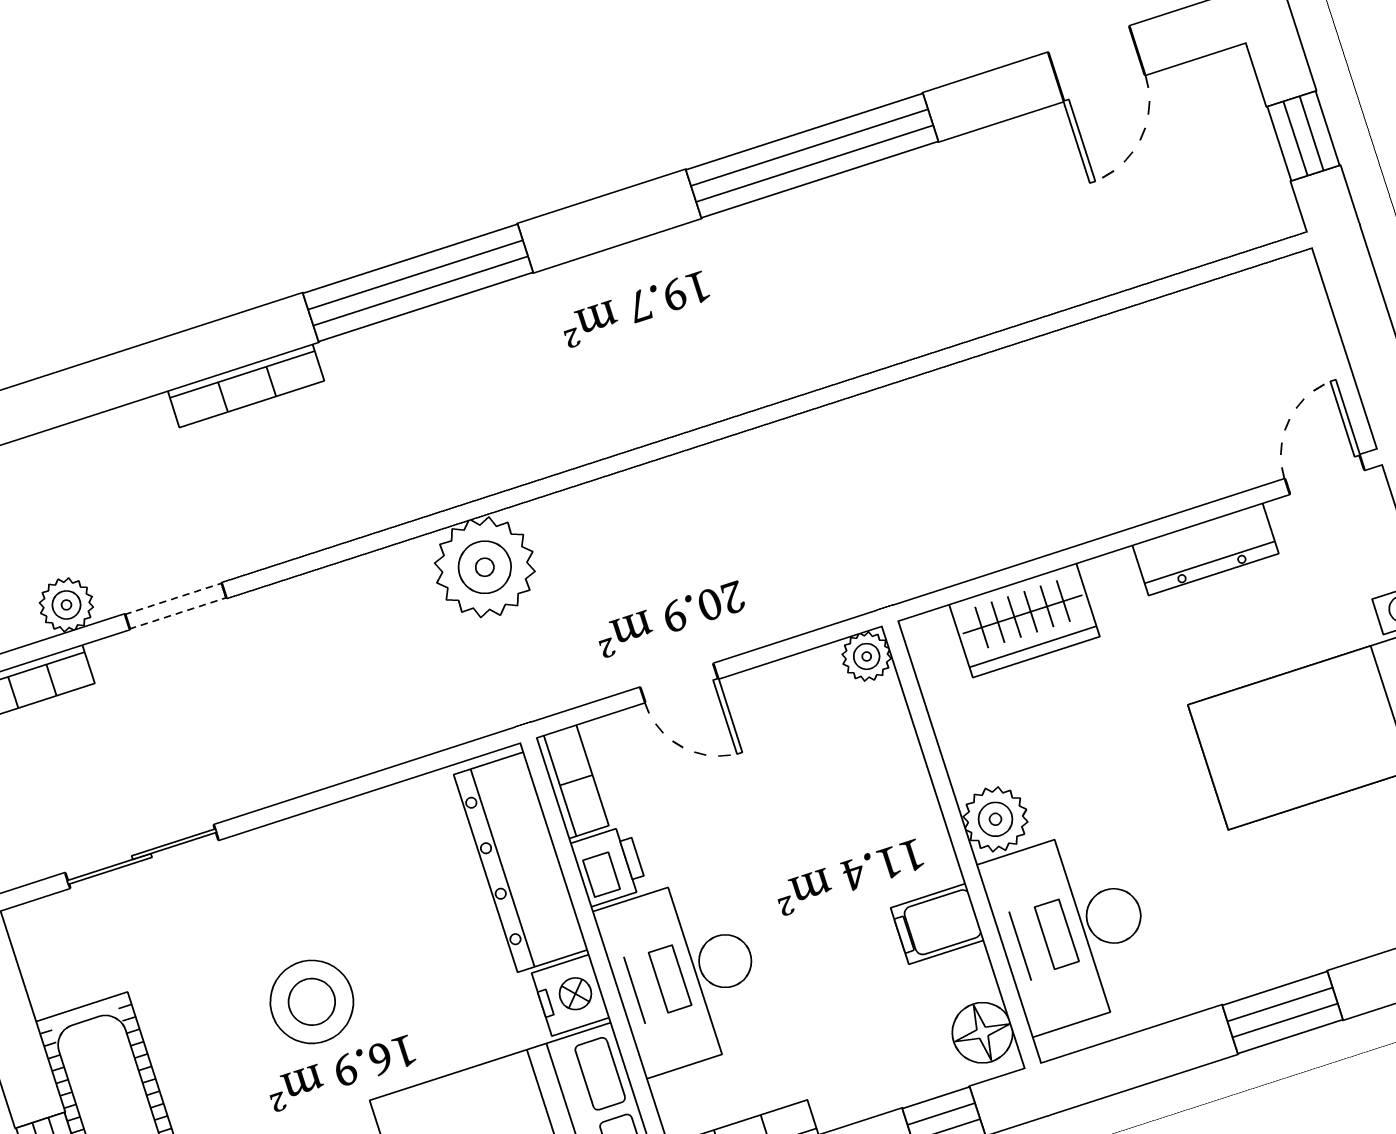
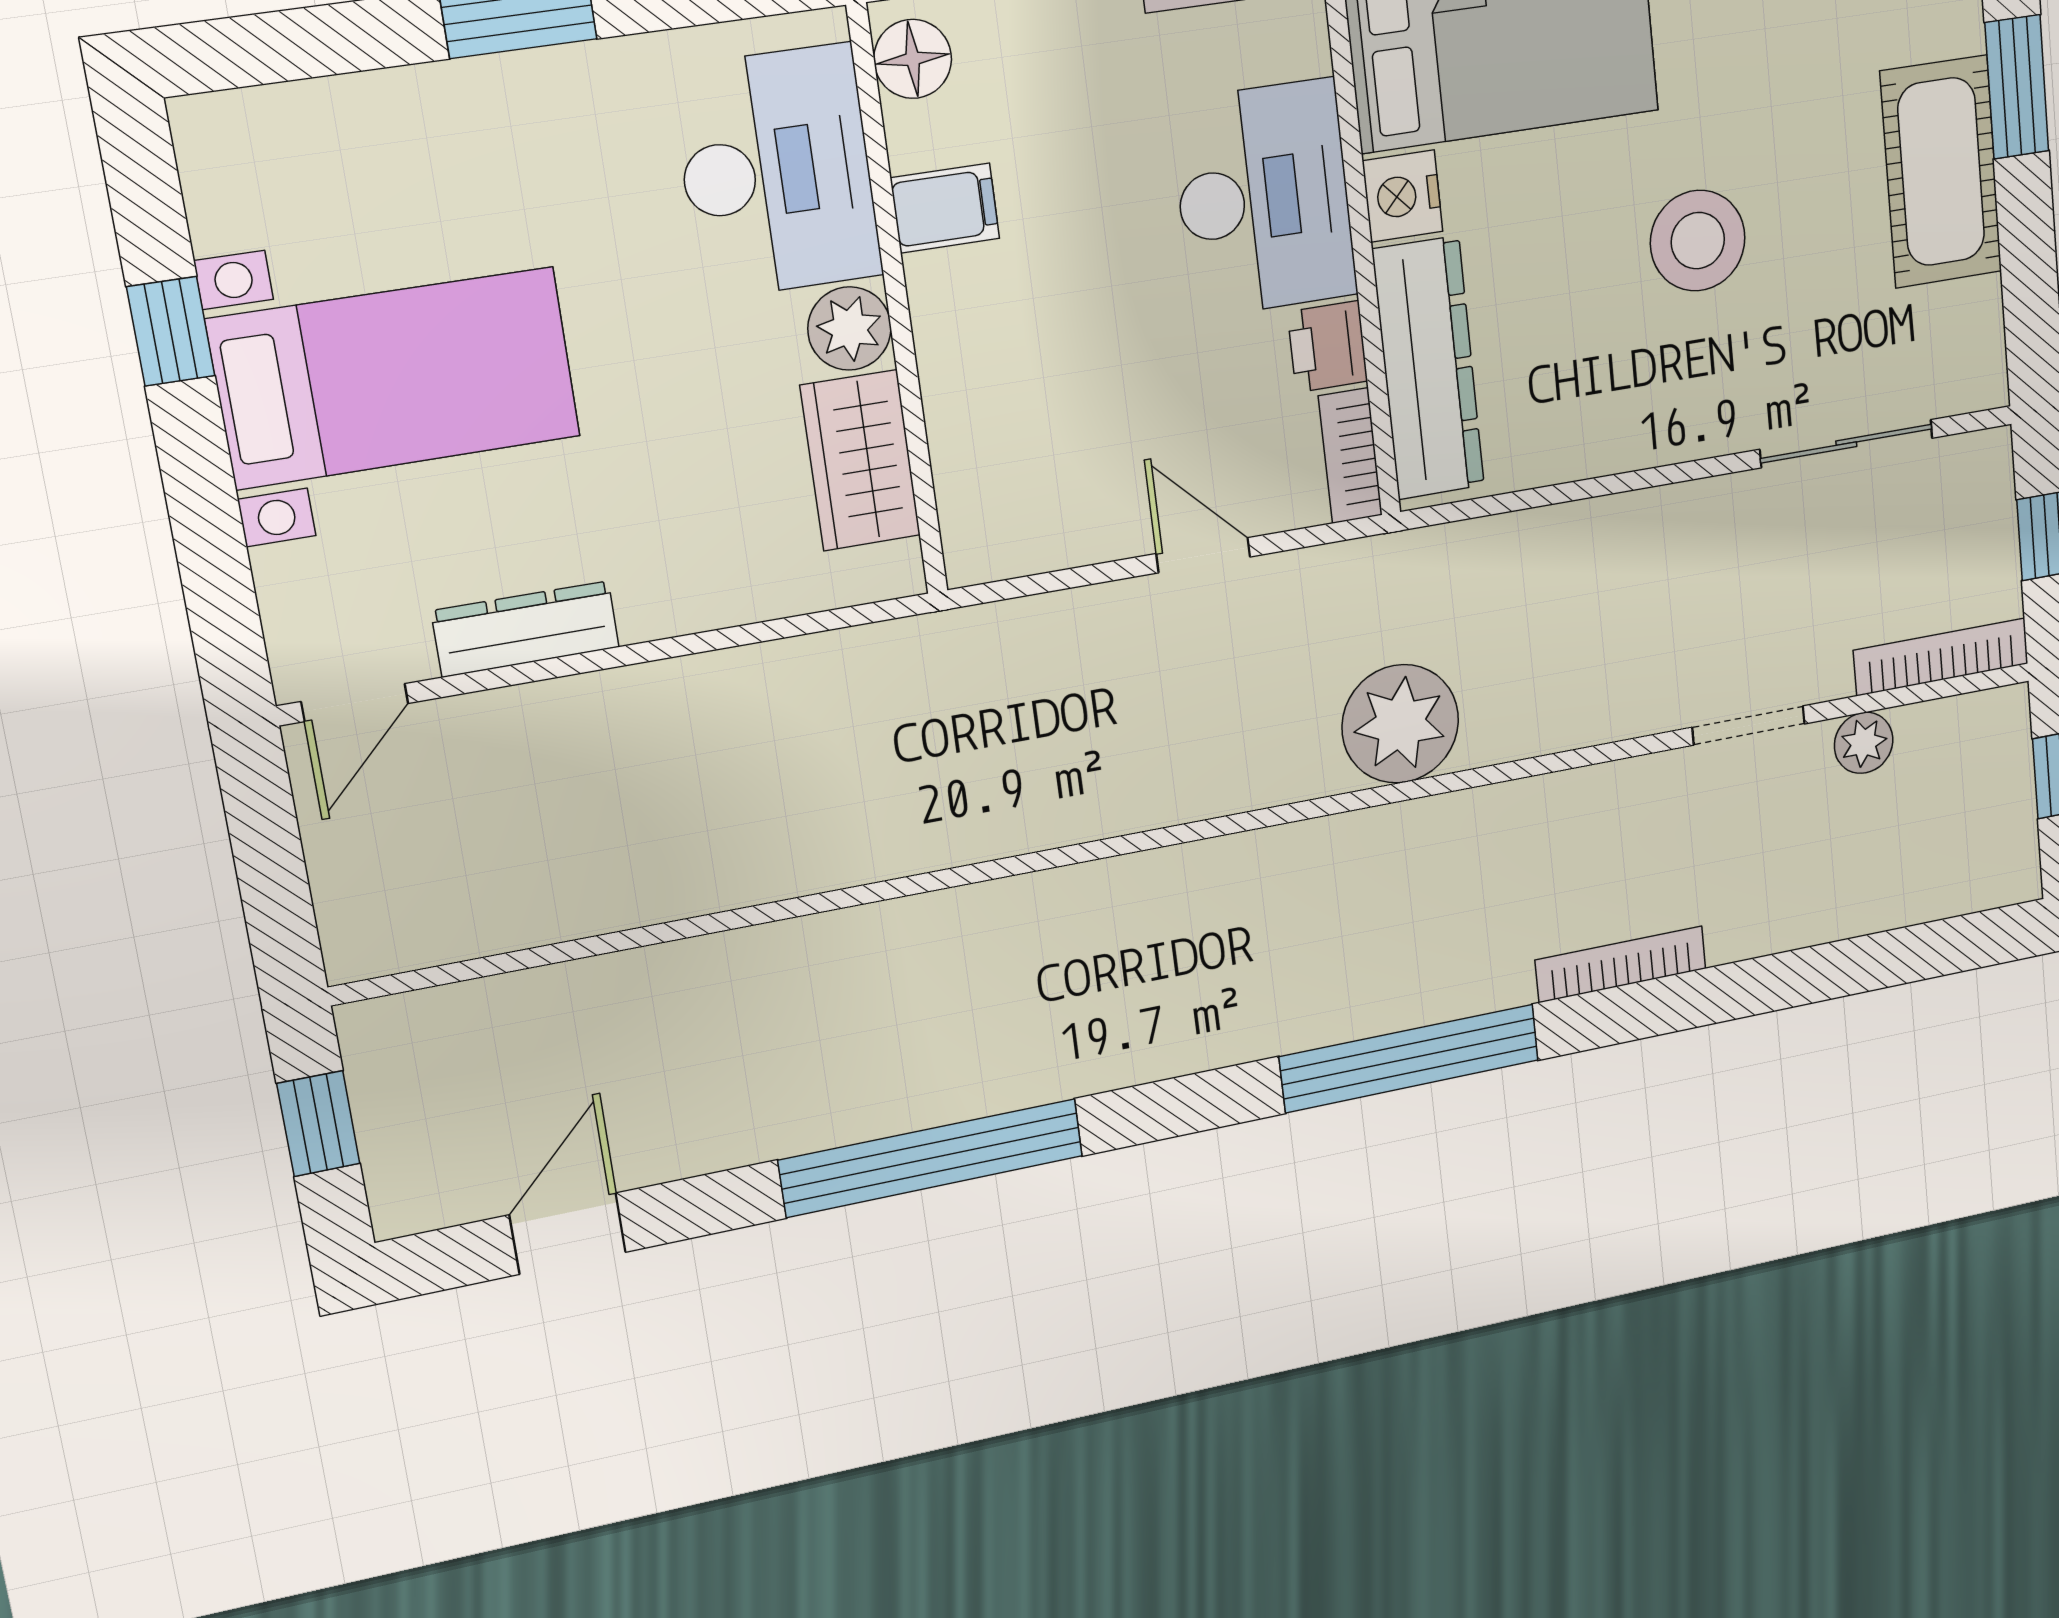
wardrobe: (1024, 620) -> (860, 461), moved, turned -90
plant: (867, 656) -> (973, 555), removed

